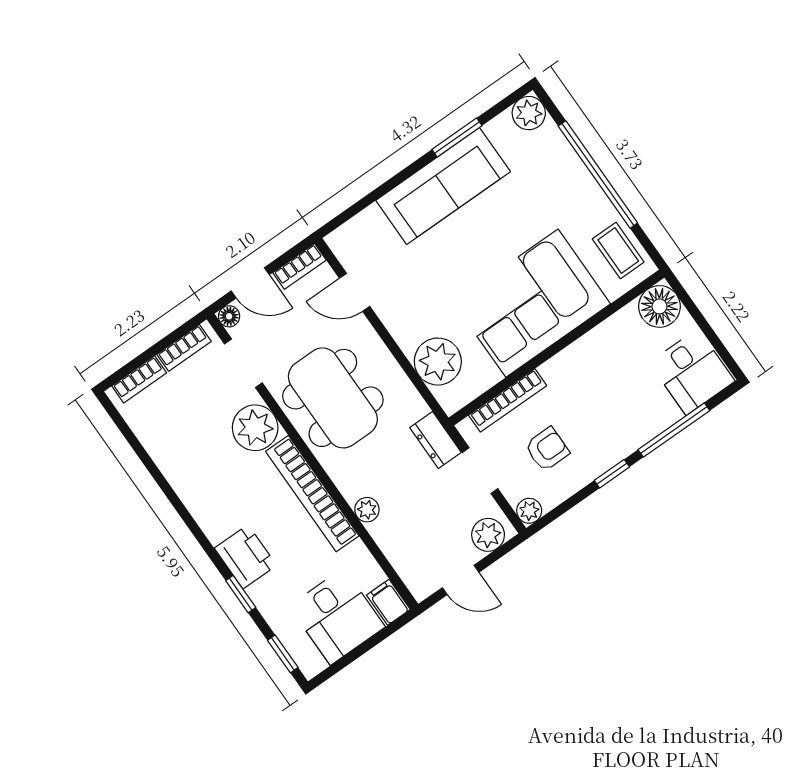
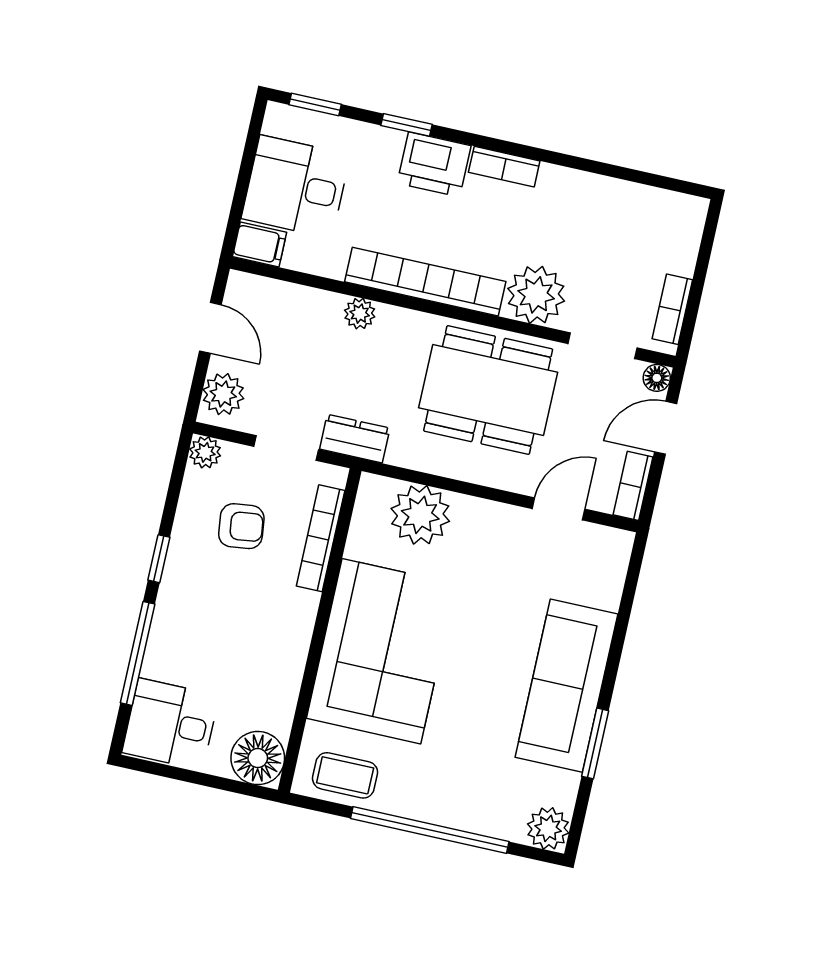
bookcase: (139, 379) -> (504, 167), moved, turned -90
armchair: (547, 449) -> (241, 526), turned -97
door: (461, 580) -> (210, 328), swing flipped

